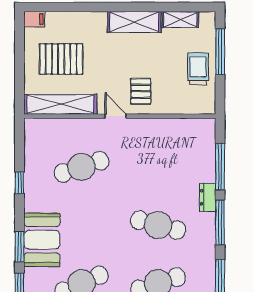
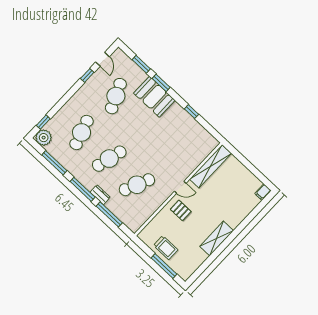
shelving: (180, 19) -> (197, 261), removed
pallet: (61, 59) -> (232, 187), removed
cafe table: (82, 167) -> (137, 185), moved, turned 42

